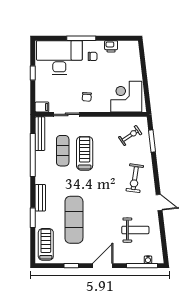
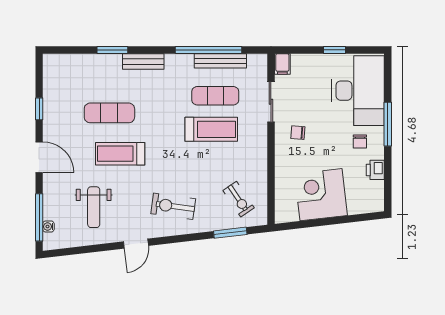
corner desk: (126, 97) -> (321, 195), moved, turned -97
bench: (40, 134) -> (220, 61), moved
exercise mat: (74, 220) -> (109, 113), width x0.73, depth x0.69
treadmill: (46, 244) -> (120, 154), moved, turned 180

